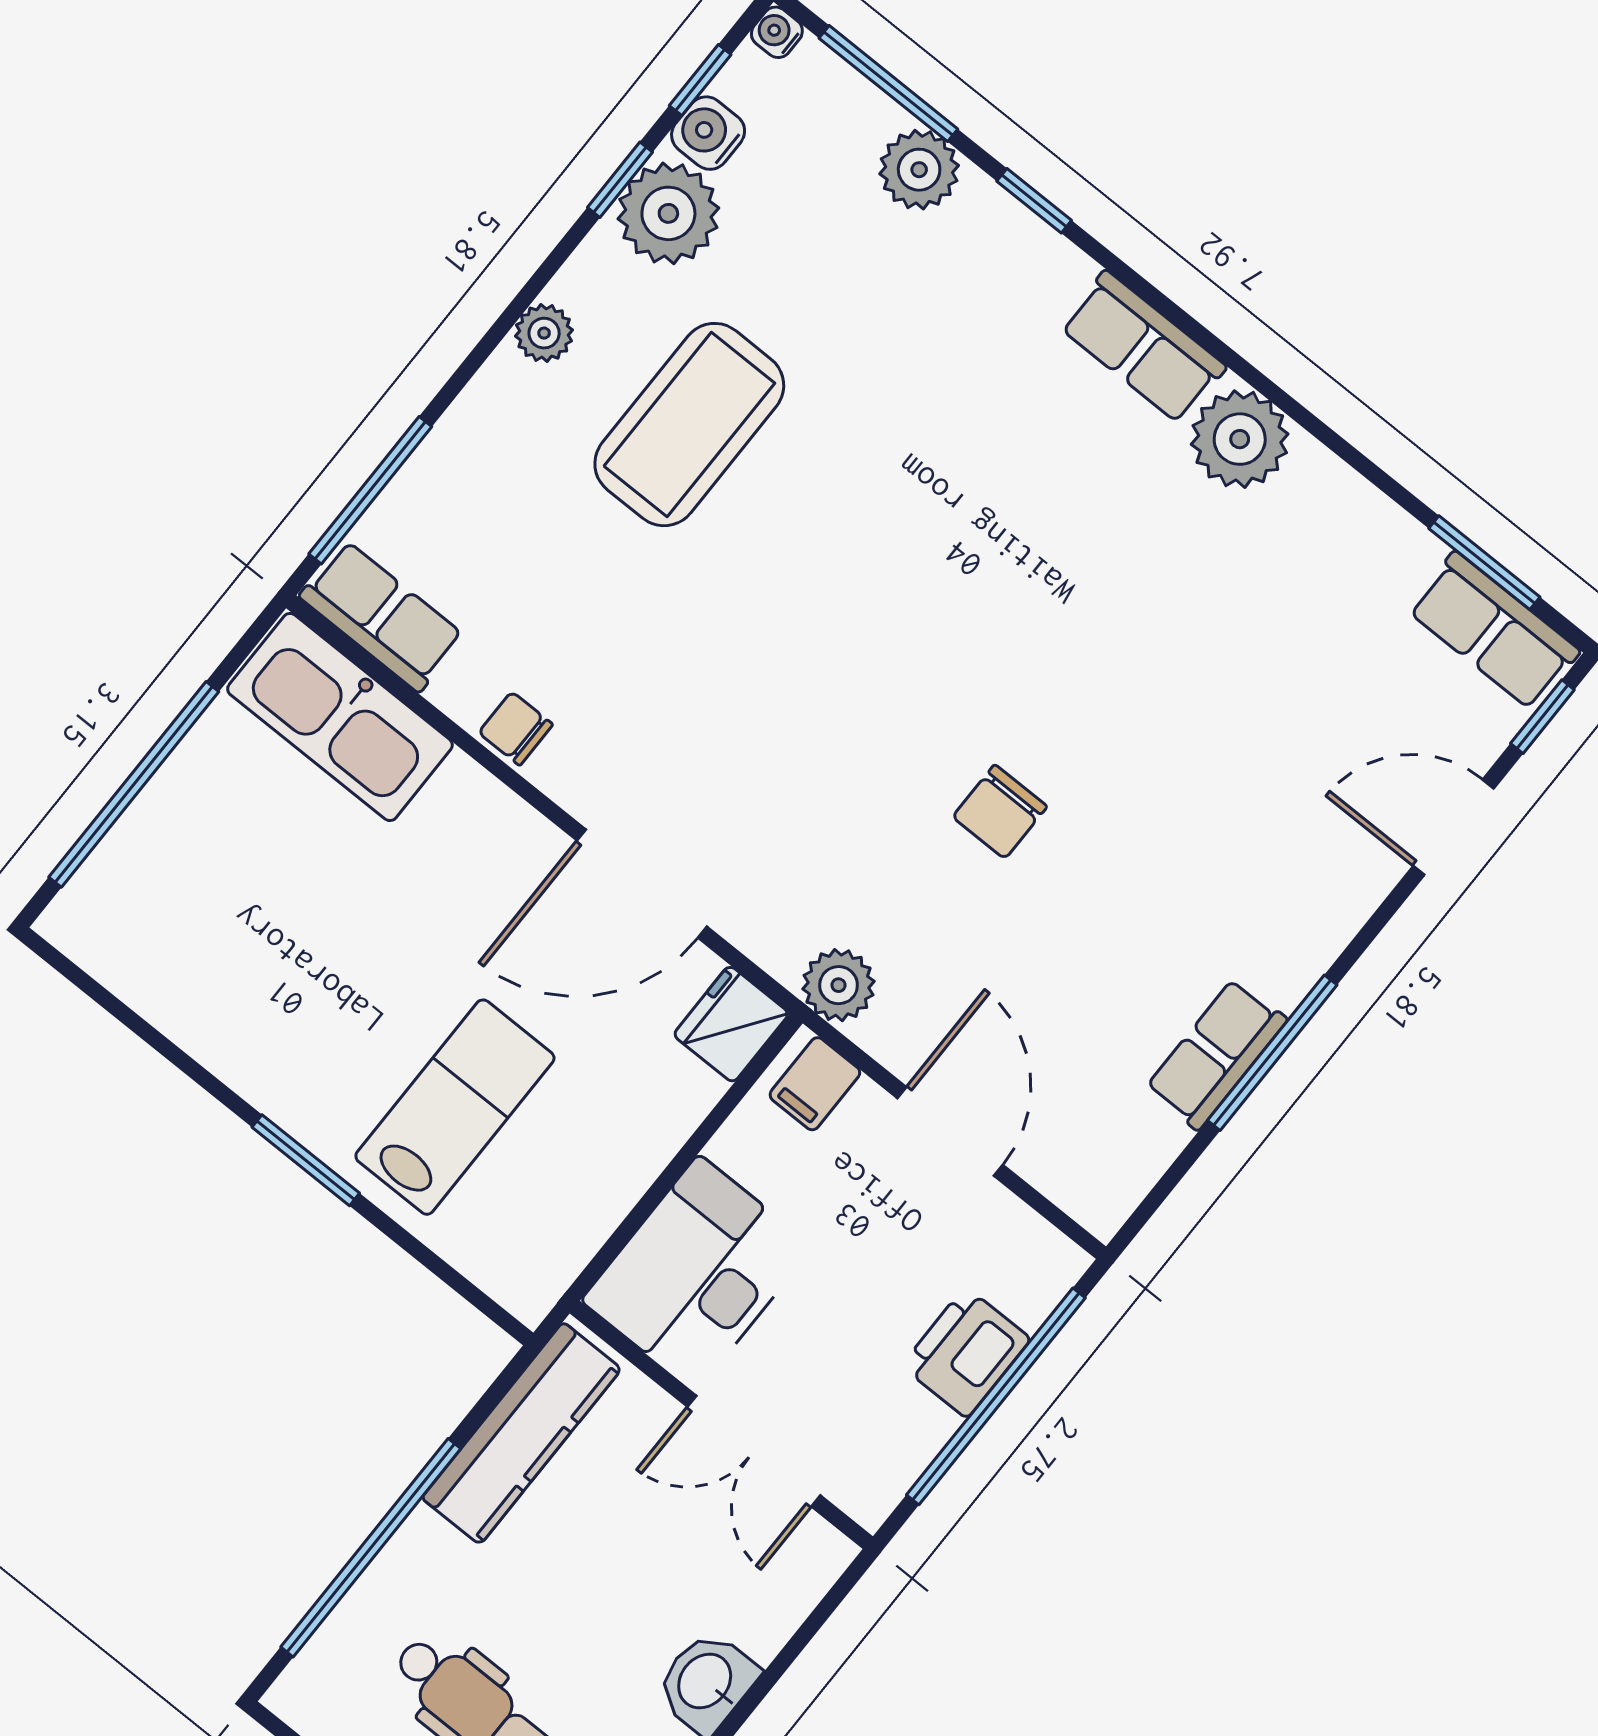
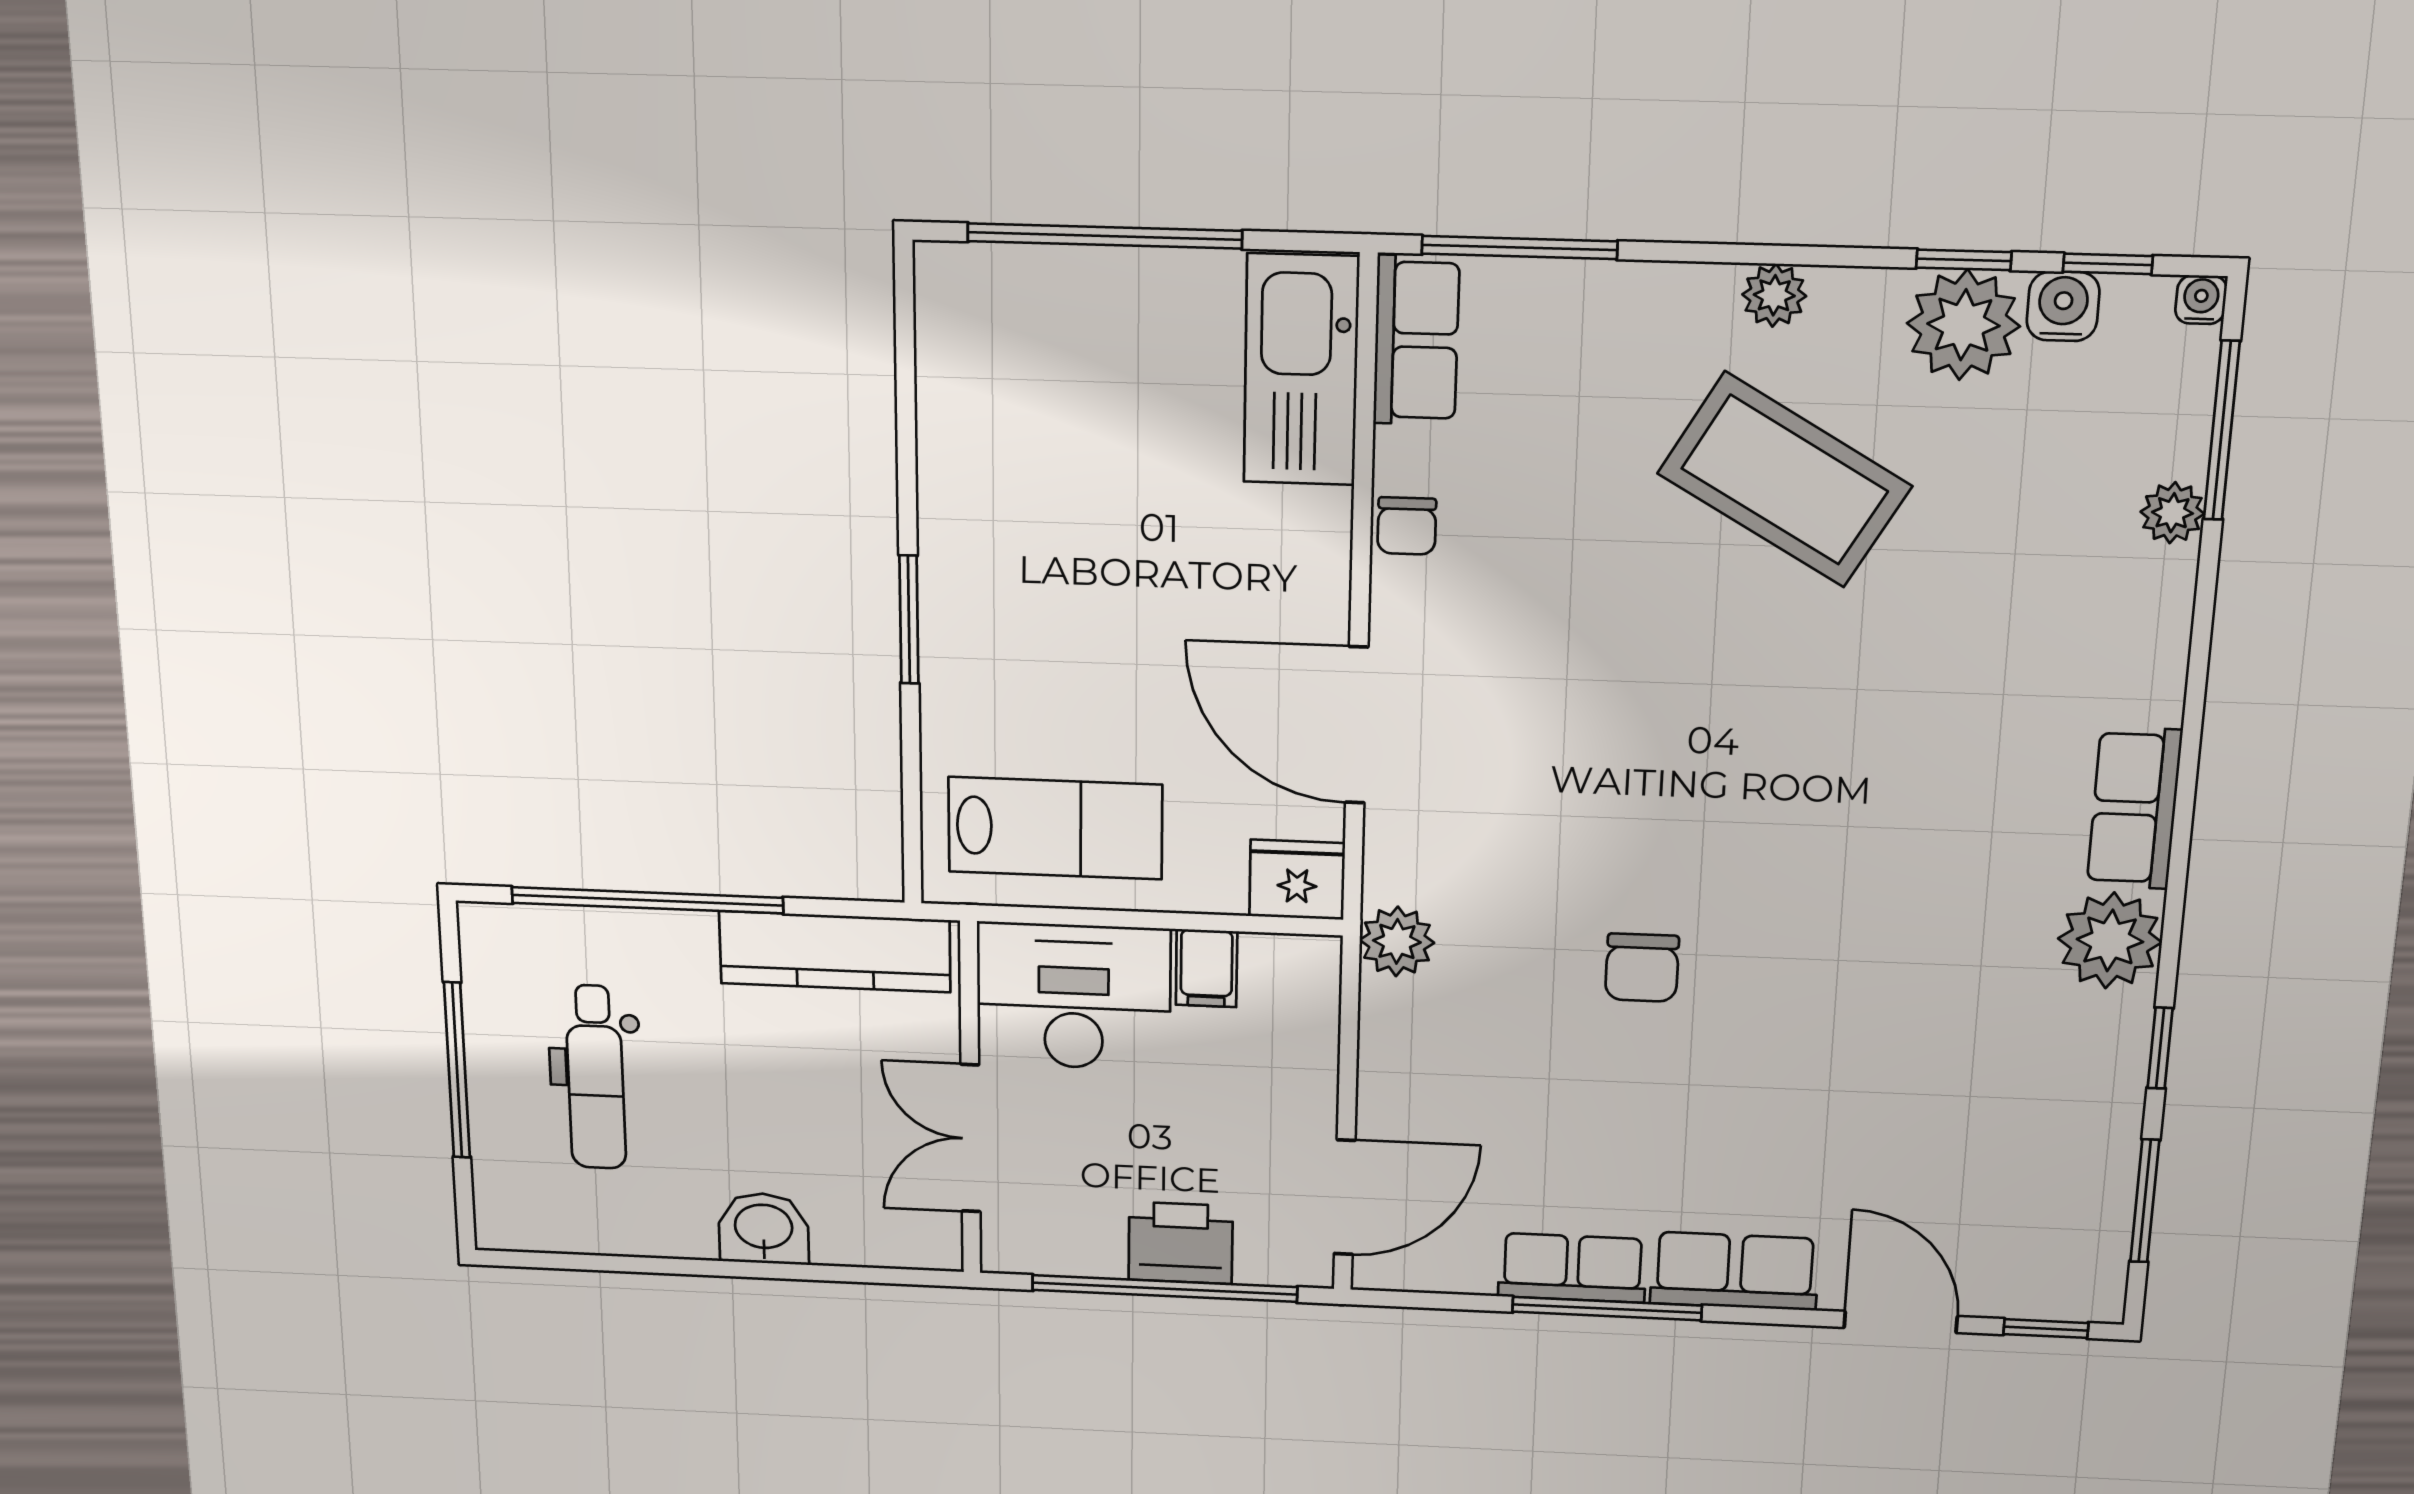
plant: (919, 170) -> (2172, 513), width x0.73, depth x0.73
window: (1034, 201) -> (2160, 1048), moved
coffee table: (689, 425) -> (1785, 480), turned 30
row of seats: (1494, 631) -> (1735, 1271), moved, turned 90
chair: (516, 729) -> (1407, 526), turned 180
chair: (1000, 812) -> (1642, 968), turned -90
filing cabinet: (815, 1084) -> (1206, 968), moved, turned -90
lab bench: (455, 1107) -> (1055, 828), moved
door: (950, 1131) -> (1345, 1197), moved

